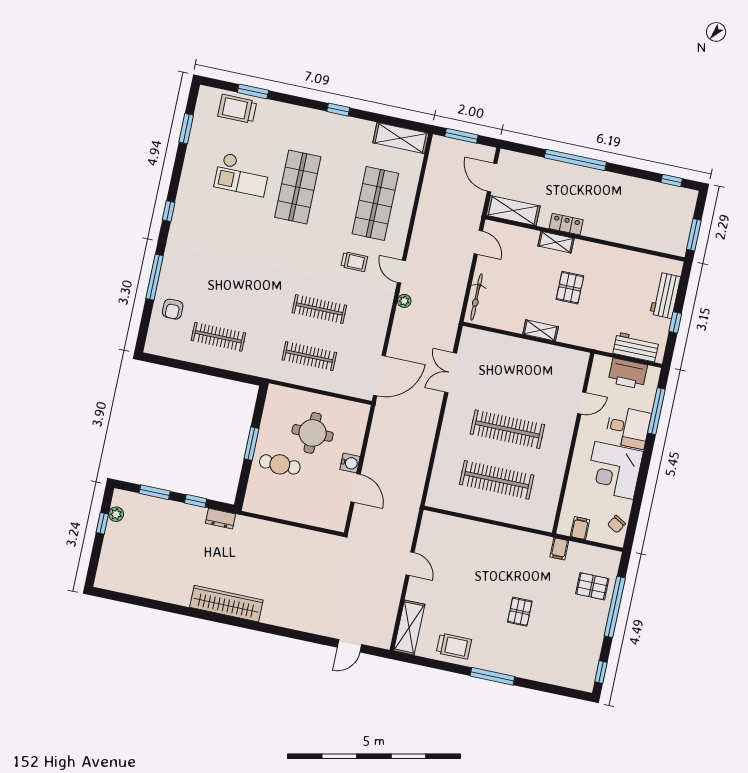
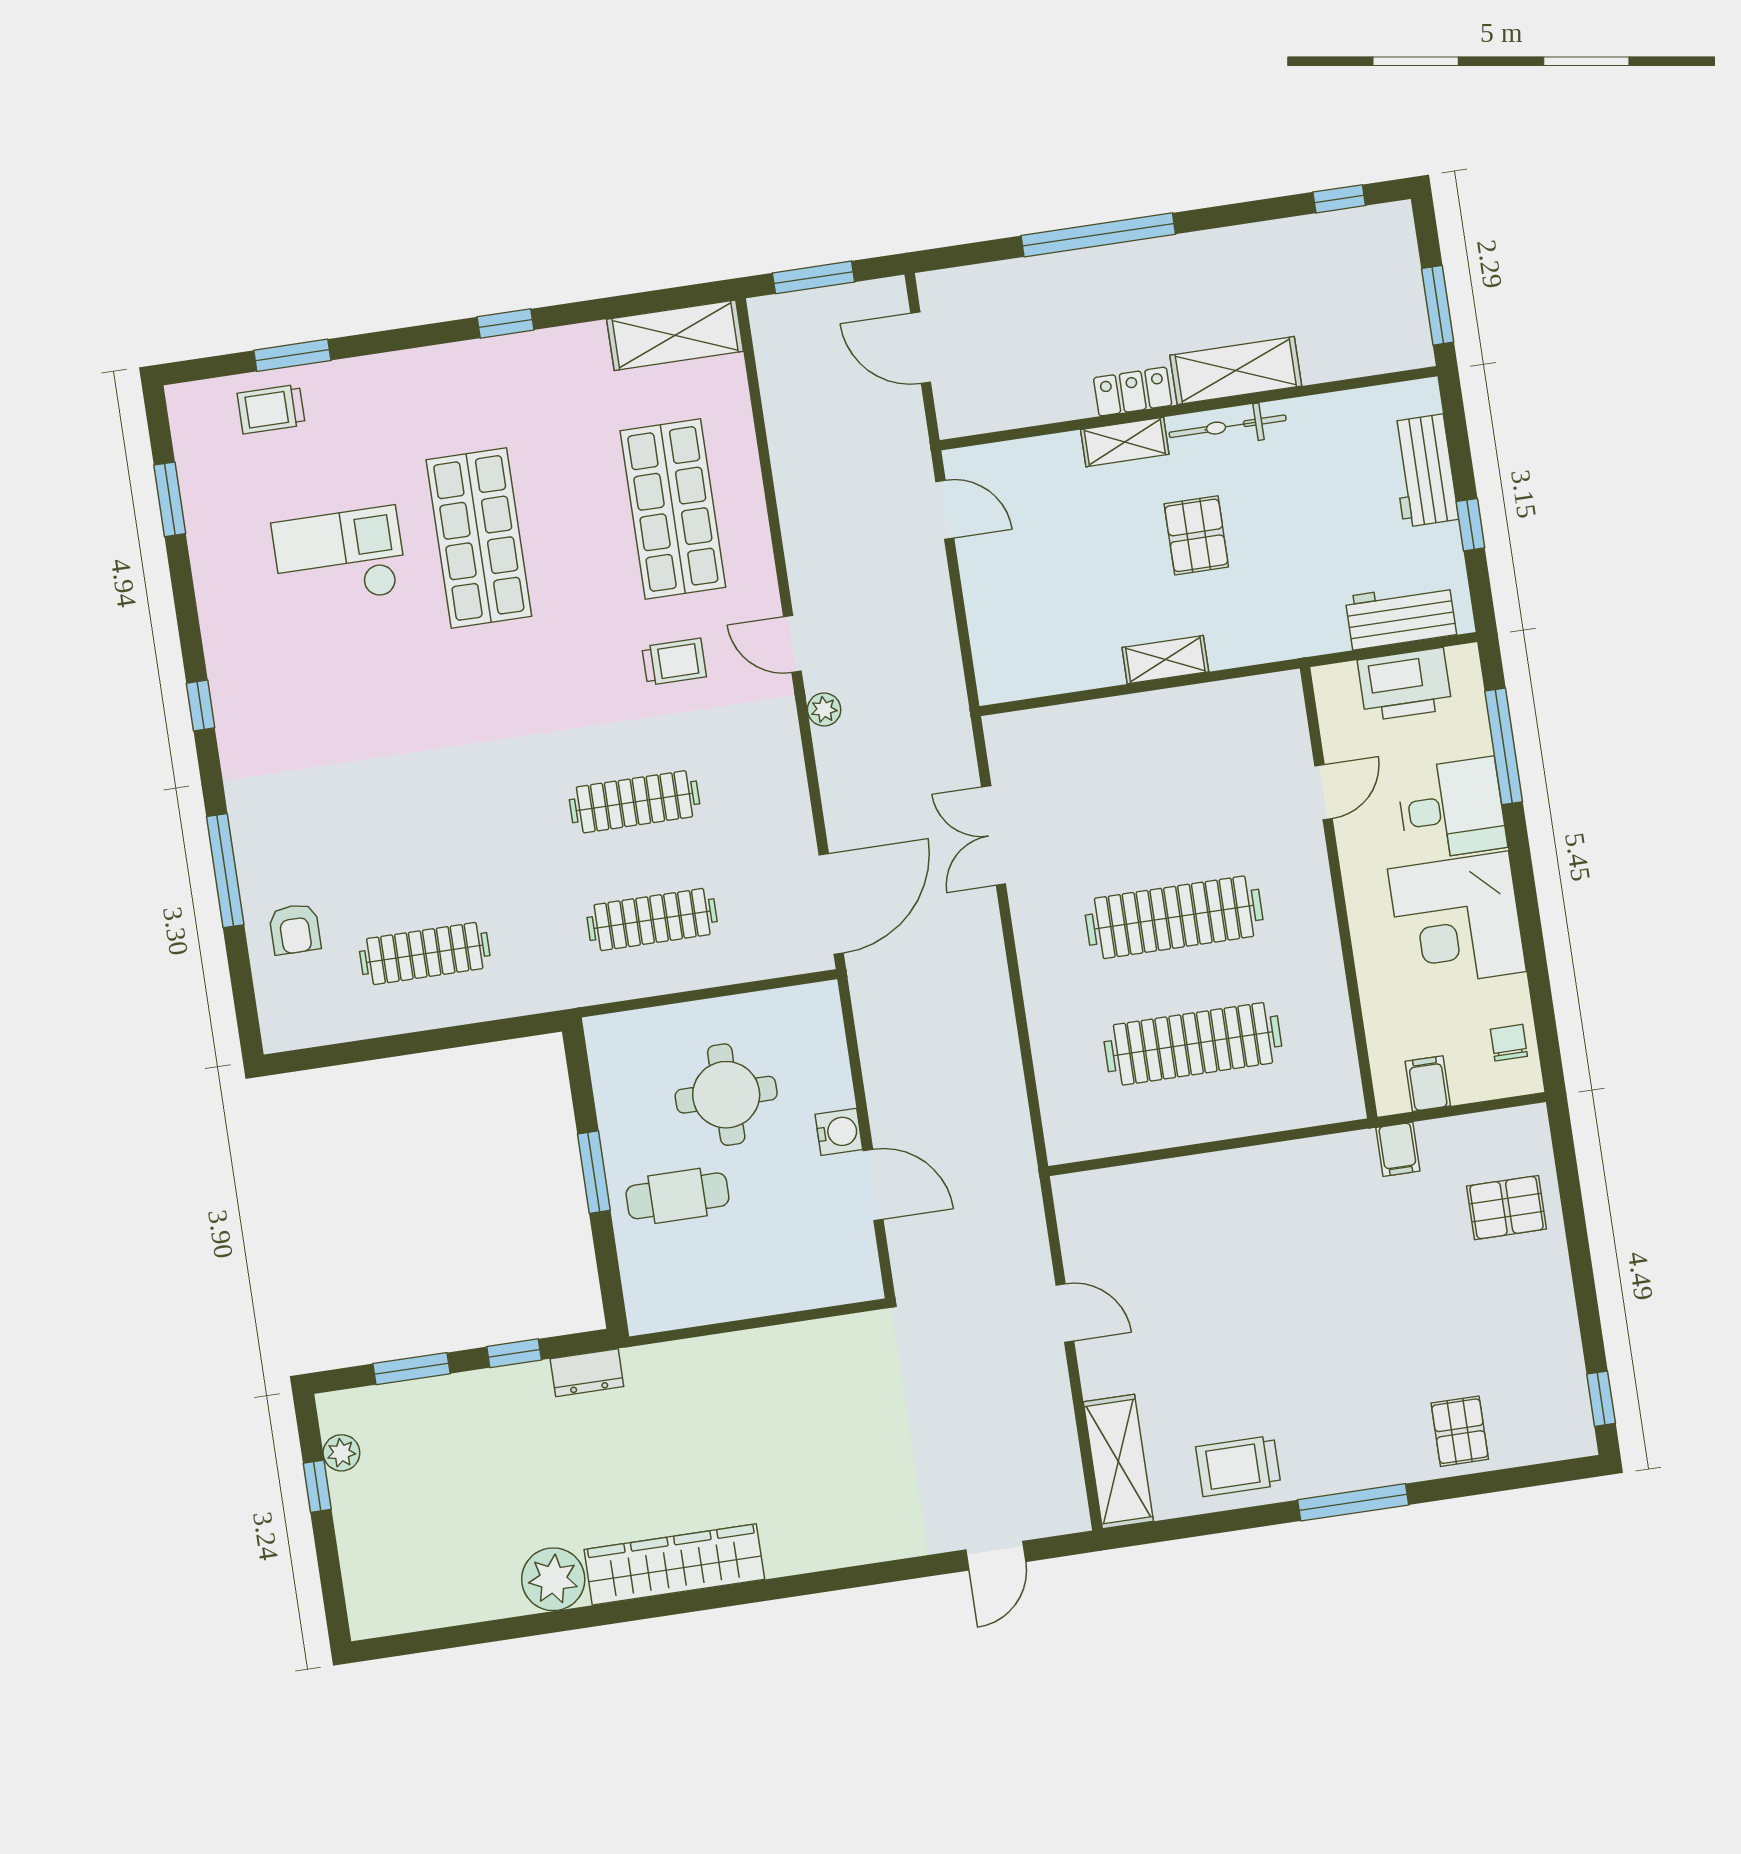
trolley: (237, 109) -> (271, 409), width x0.73, depth x0.72
checkout: (242, 175) -> (339, 557), turned 180
shelving: (513, 211) -> (1236, 371), moved
bicycle: (476, 297) -> (1228, 426), moved, turned 90
chair: (616, 524) -> (1509, 1043), turned 150
plant: (178, 592) -> (553, 1579), added
window: (615, 607) -> (1577, 1236), removed
pallet: (520, 612) -> (1460, 1431), moved
trolley: (454, 646) -> (1238, 1466), turned 180

